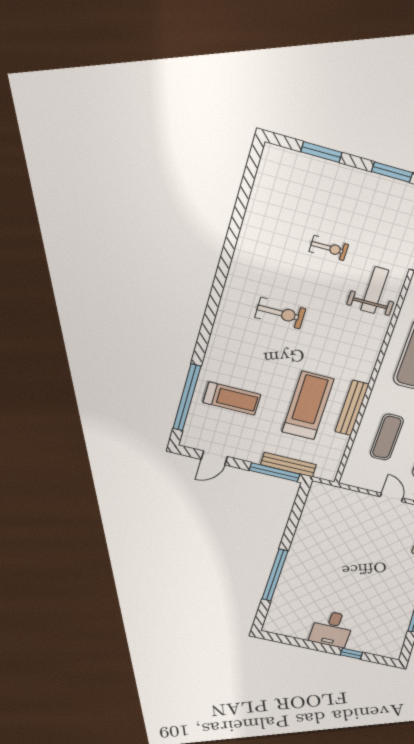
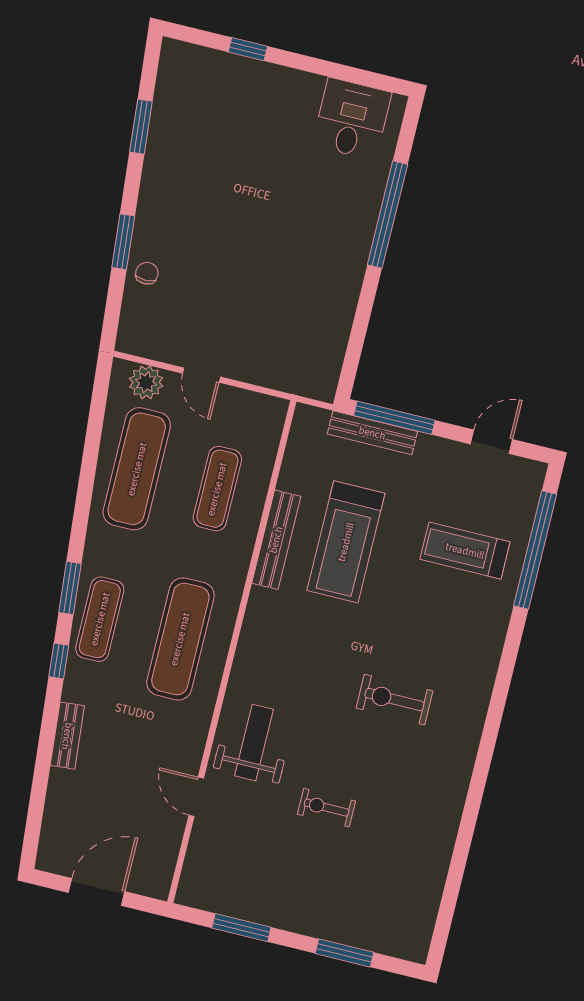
weight bench: (375, 290) -> (254, 743), turned 180
desk: (332, 629) -> (352, 119), moved

